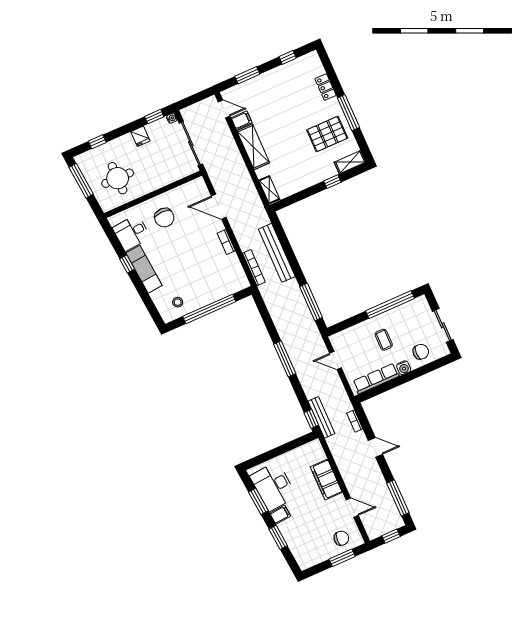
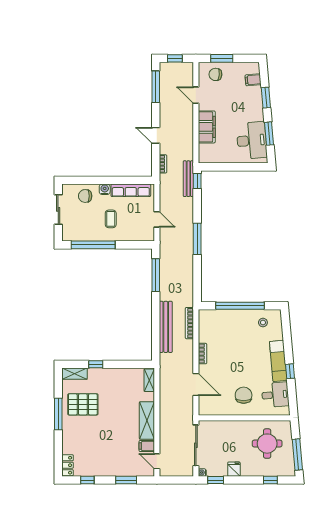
locker: (326, 87) -> (67, 465), moved
filing cabinet: (280, 515) -> (253, 80), moved

